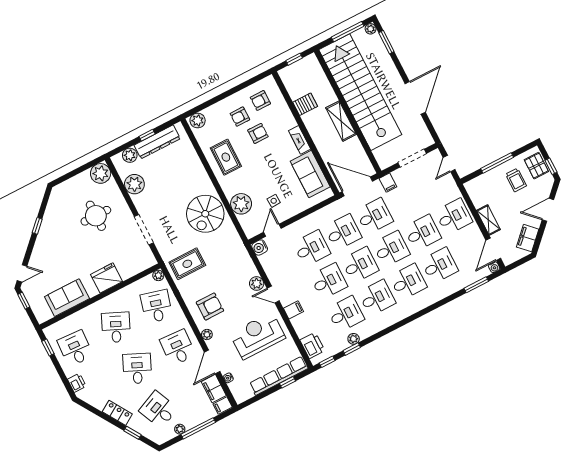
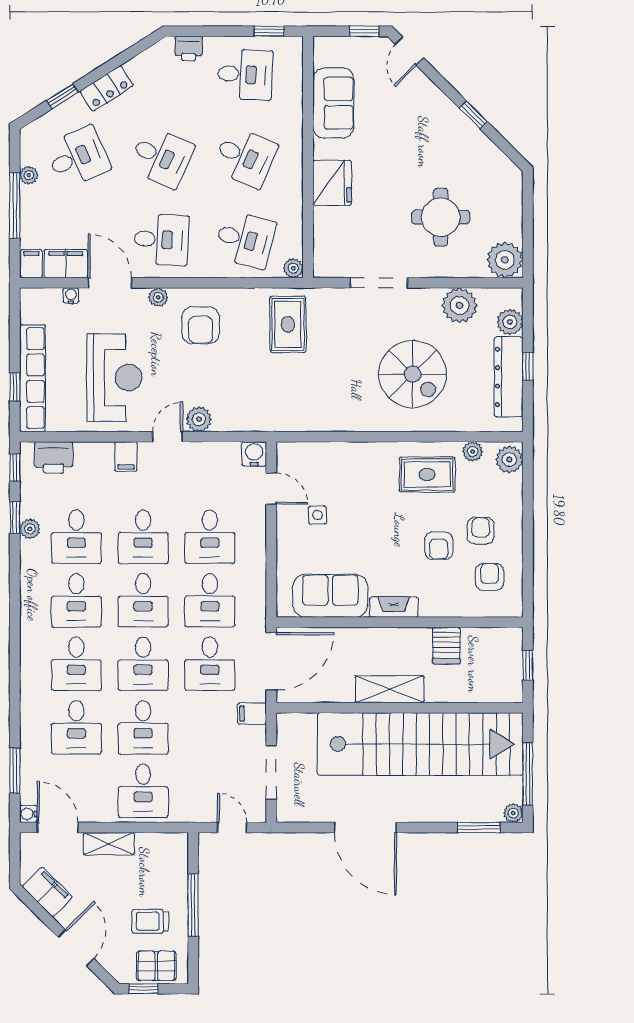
plant: (241, 204) -> (473, 452), moved, width x0.53, depth x0.53
spiral stairs: (205, 214) -> (413, 374), moved, turned 180

